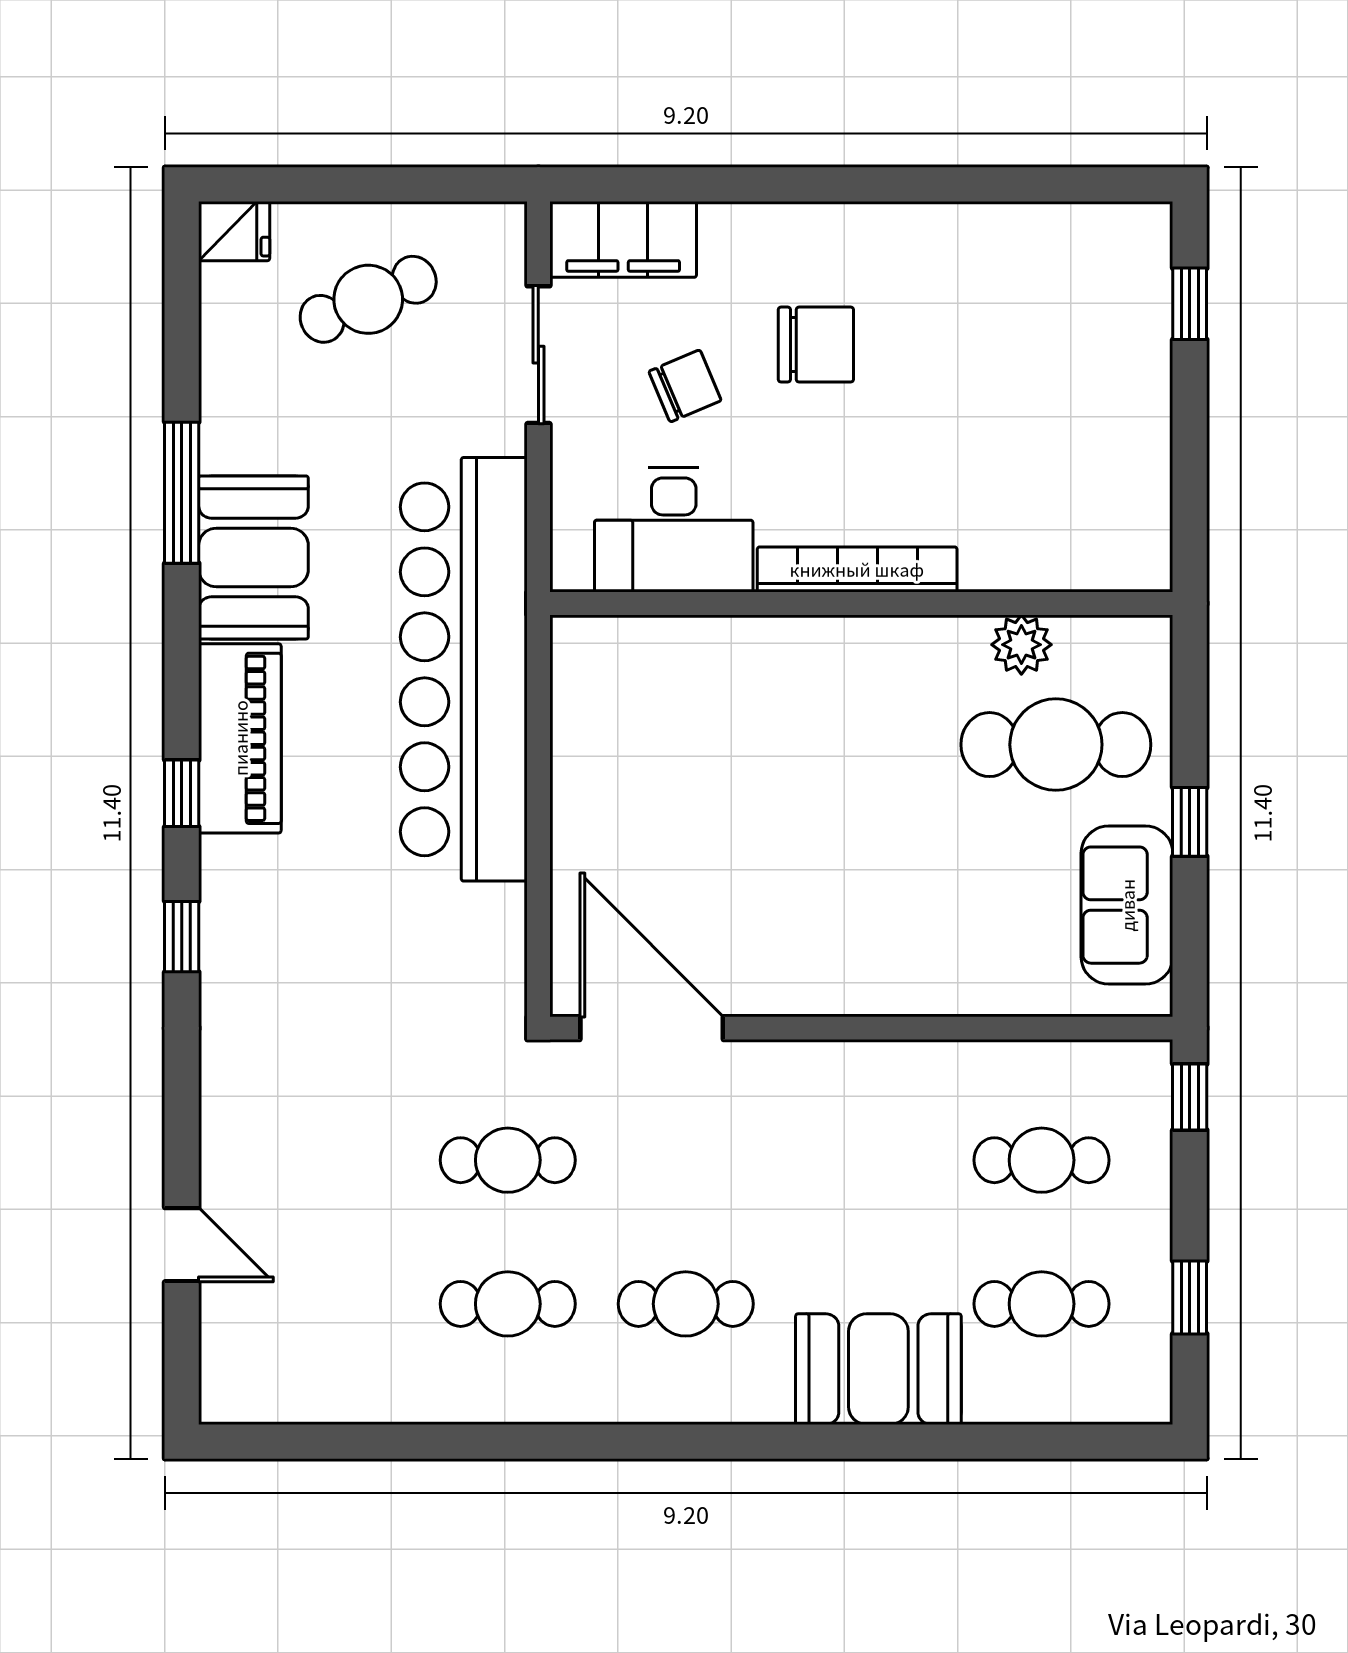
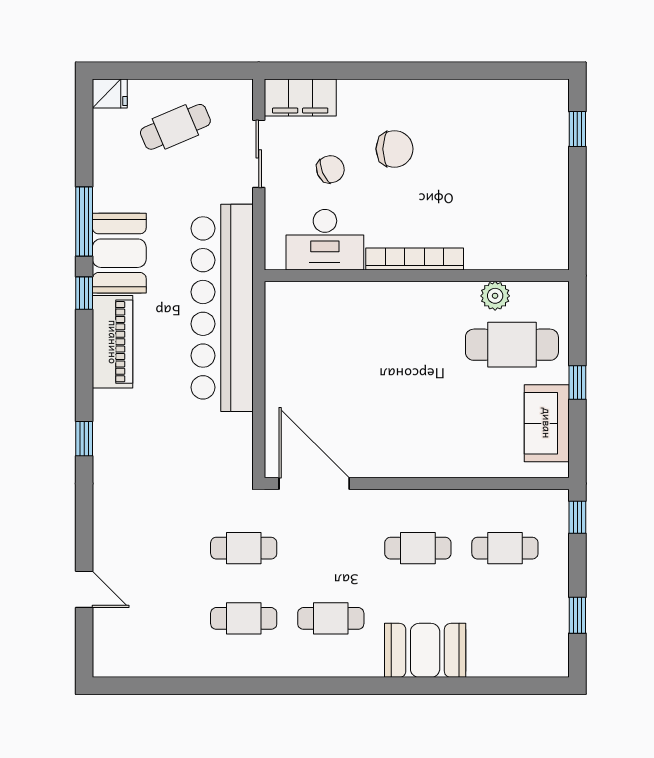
window: (182, 793) -> (84, 293), moved
cafe table: (1042, 1304) -> (418, 548), moved

